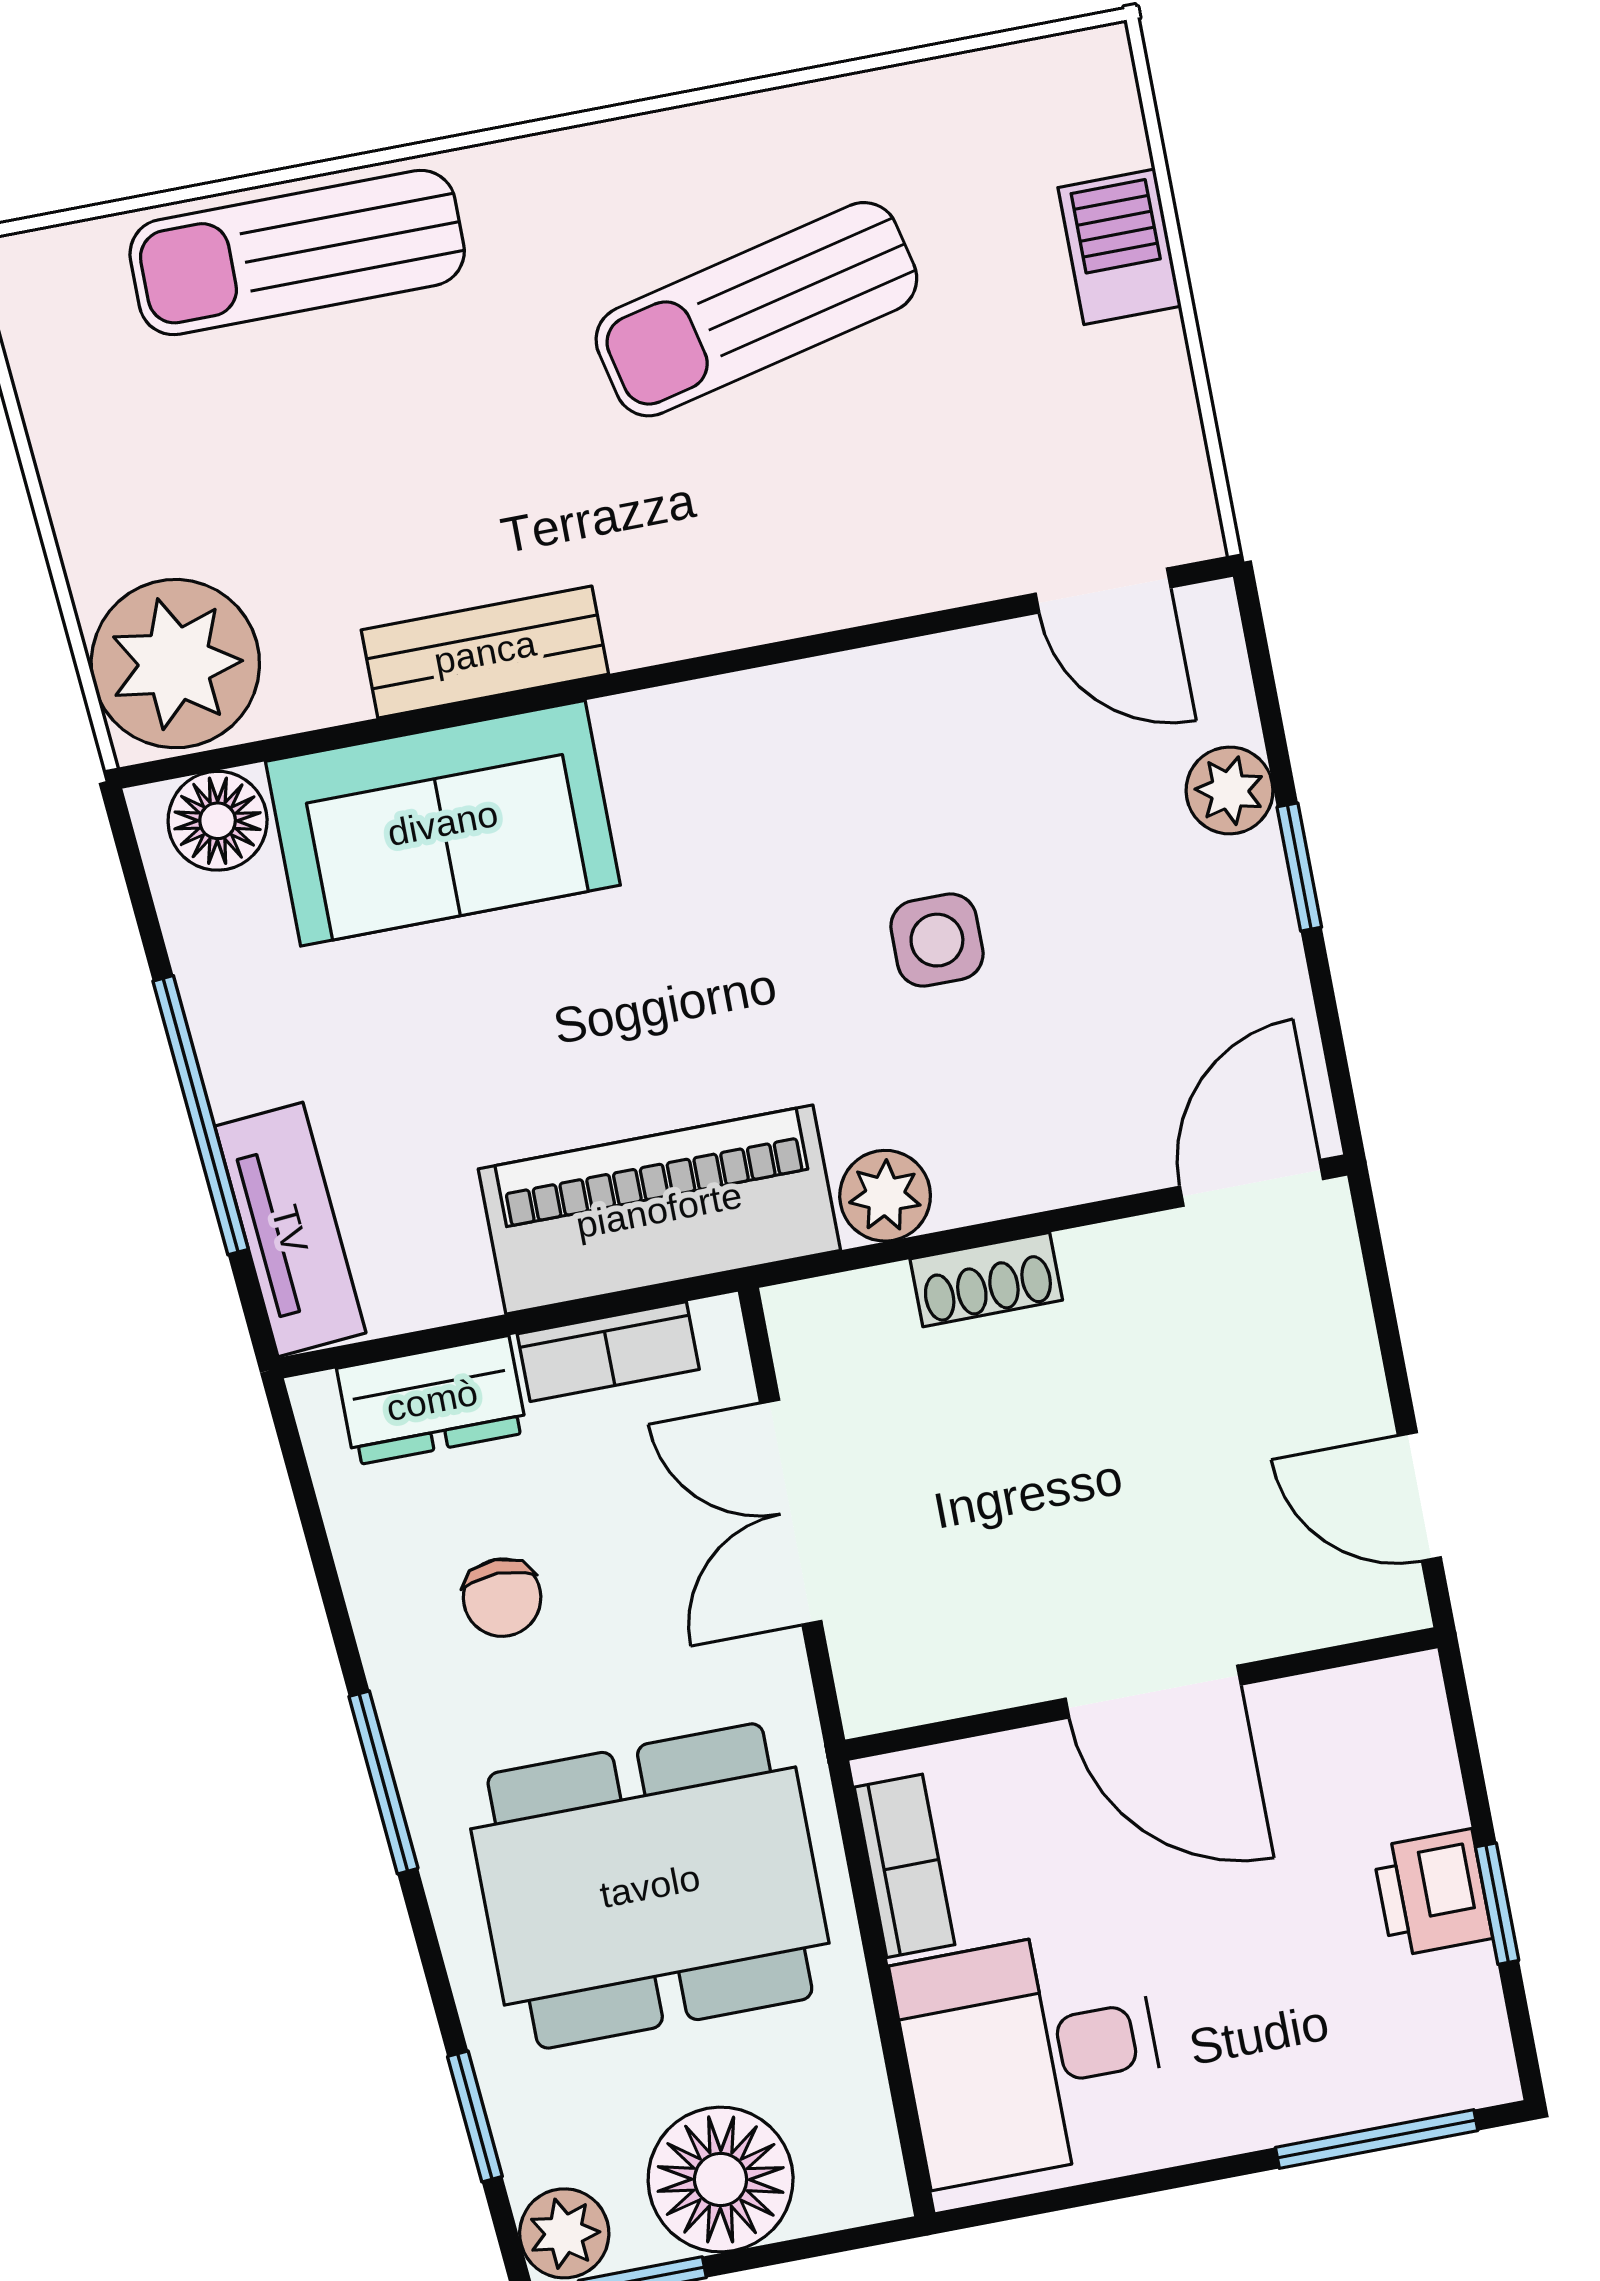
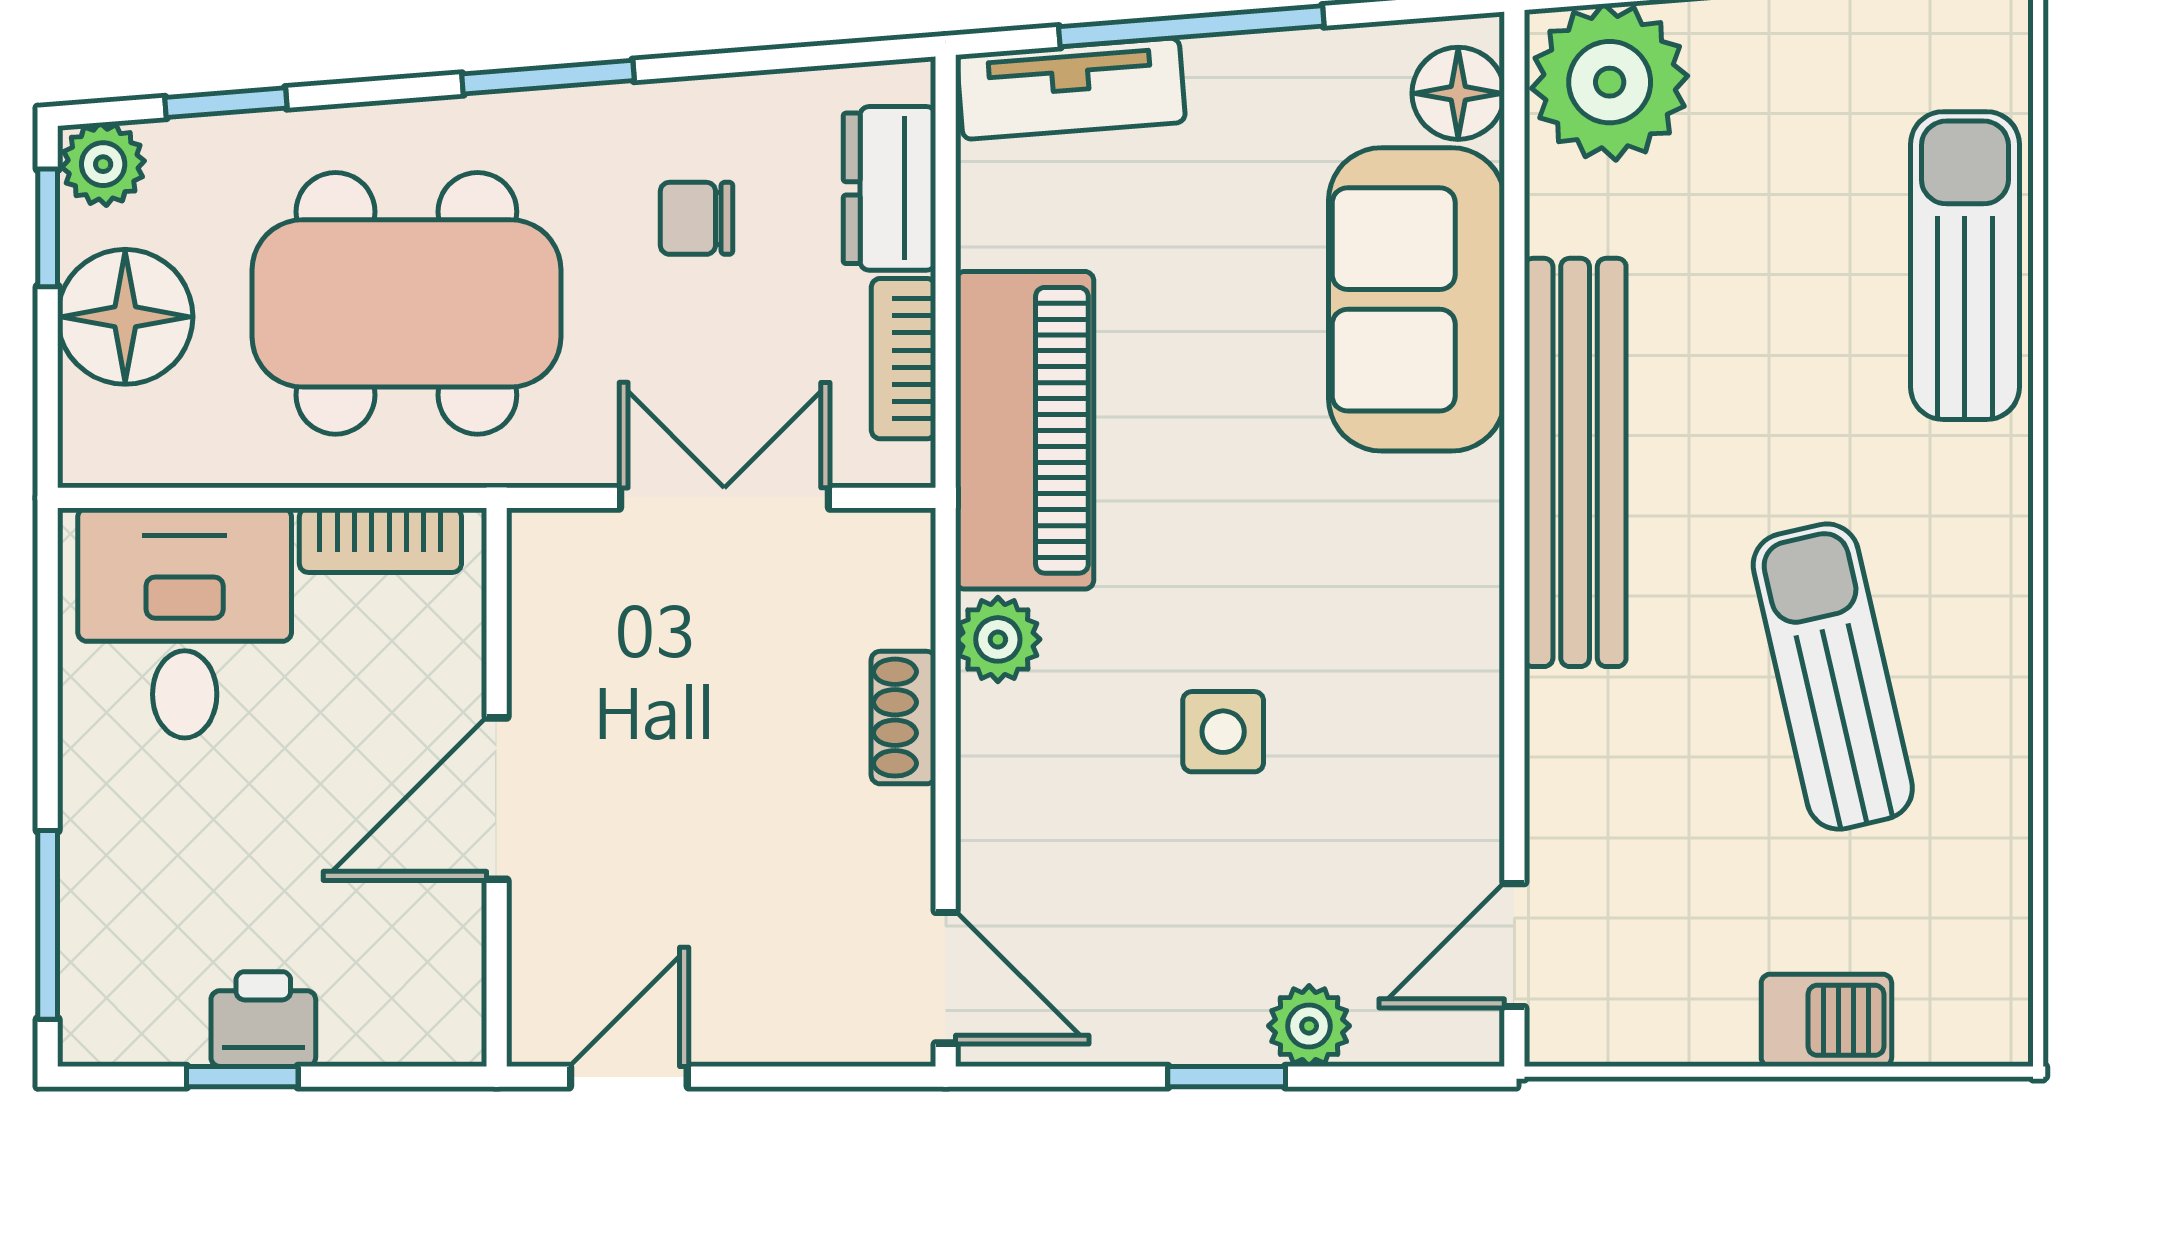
bench: (485, 652) -> (1575, 462), width x1.86, depth x1.21
dining table: (650, 1886) -> (406, 303), turned 90

